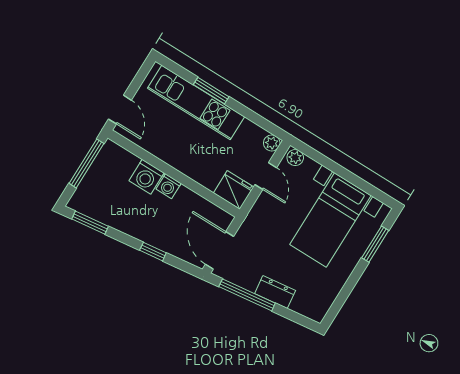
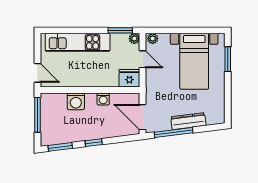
window: (211, 91) -> (120, 30), moved
washing machine: (168, 186) -> (103, 99), moved
window: (153, 252) -> (94, 143), moved
dresser: (275, 292) -> (188, 121), width x1.44

